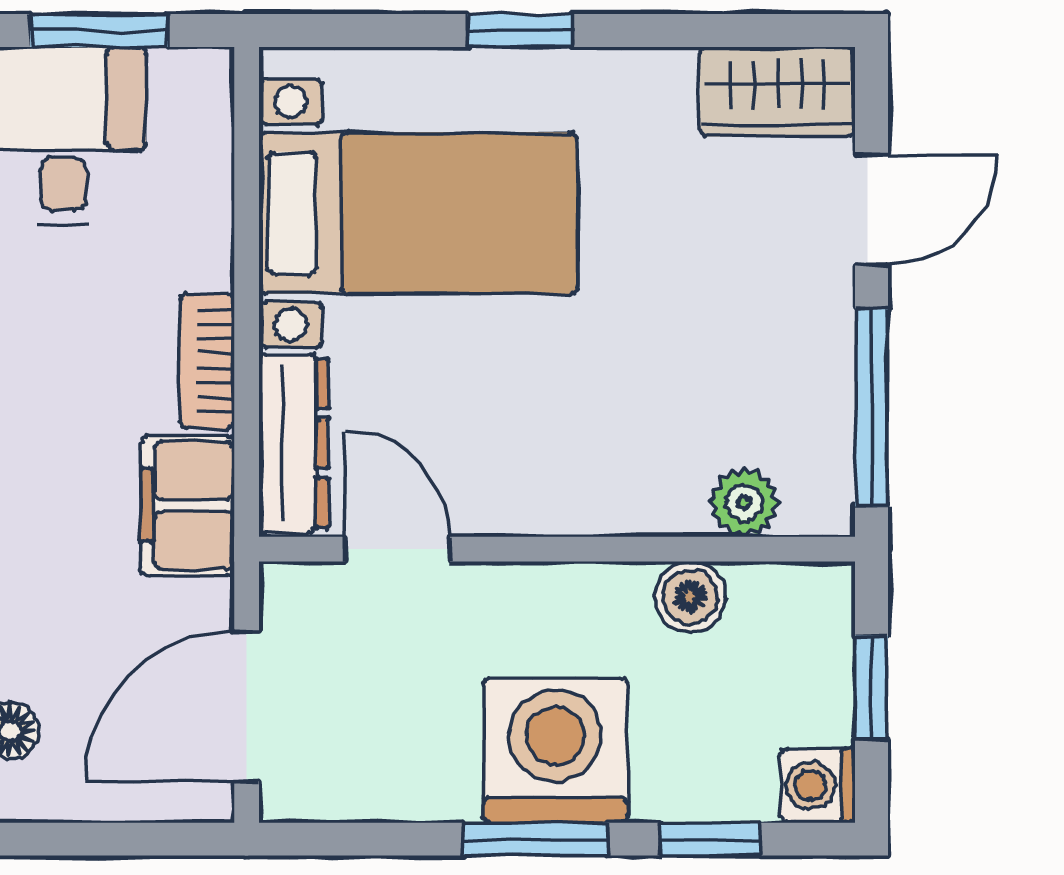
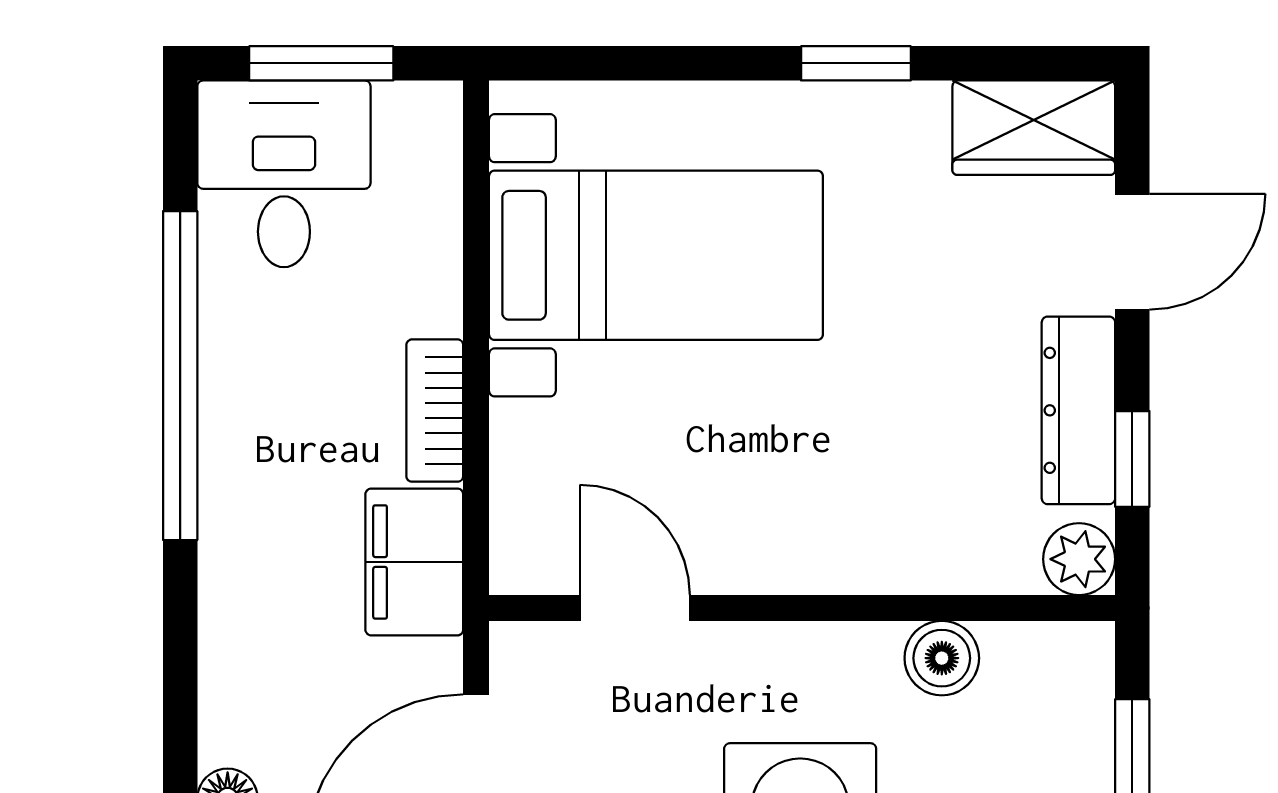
window: (520, 30) -> (856, 63), moved
window: (871, 407) -> (1132, 459), width x0.46
dresser: (294, 443) -> (1078, 410), moved, turned 180
plant: (744, 503) -> (1079, 559), moved

